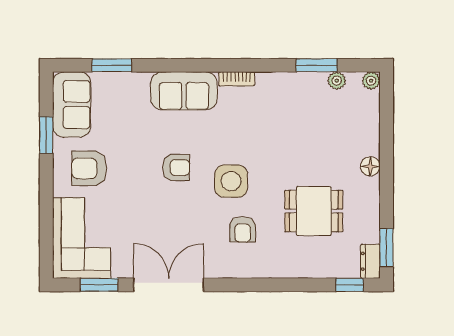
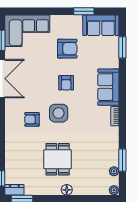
armchair: (89, 168) -> (67, 49), moved, turned 90
dining table: (314, 211) -> (58, 159), moved

